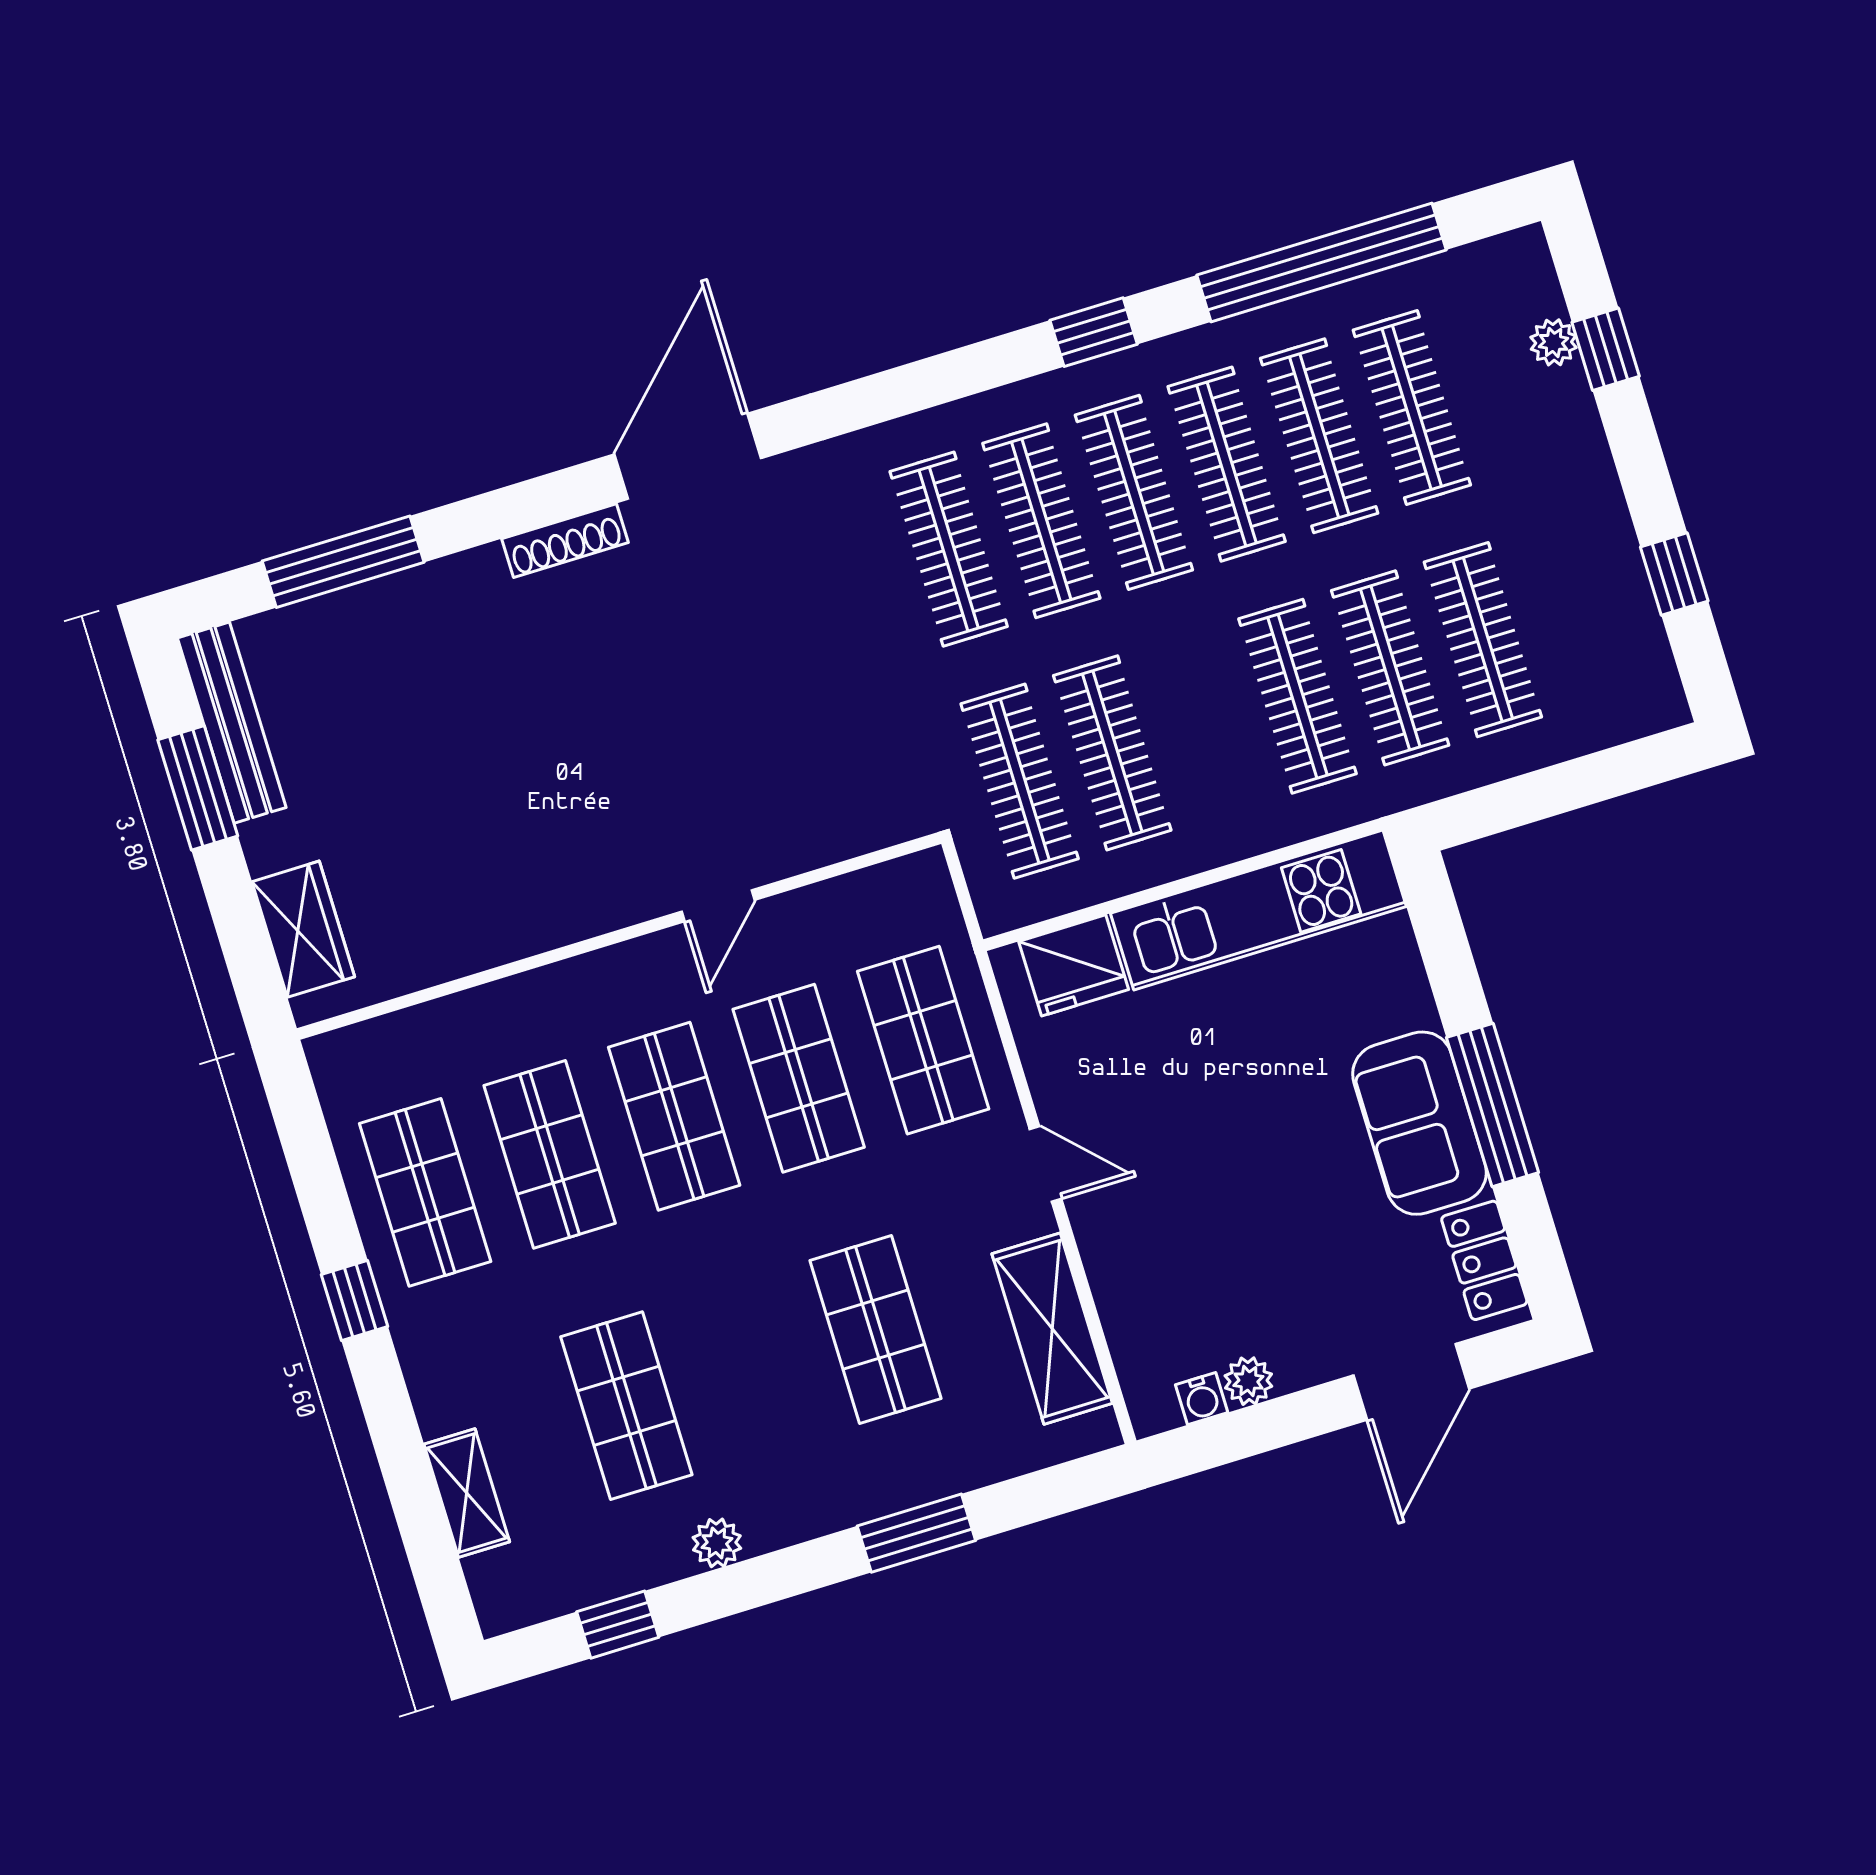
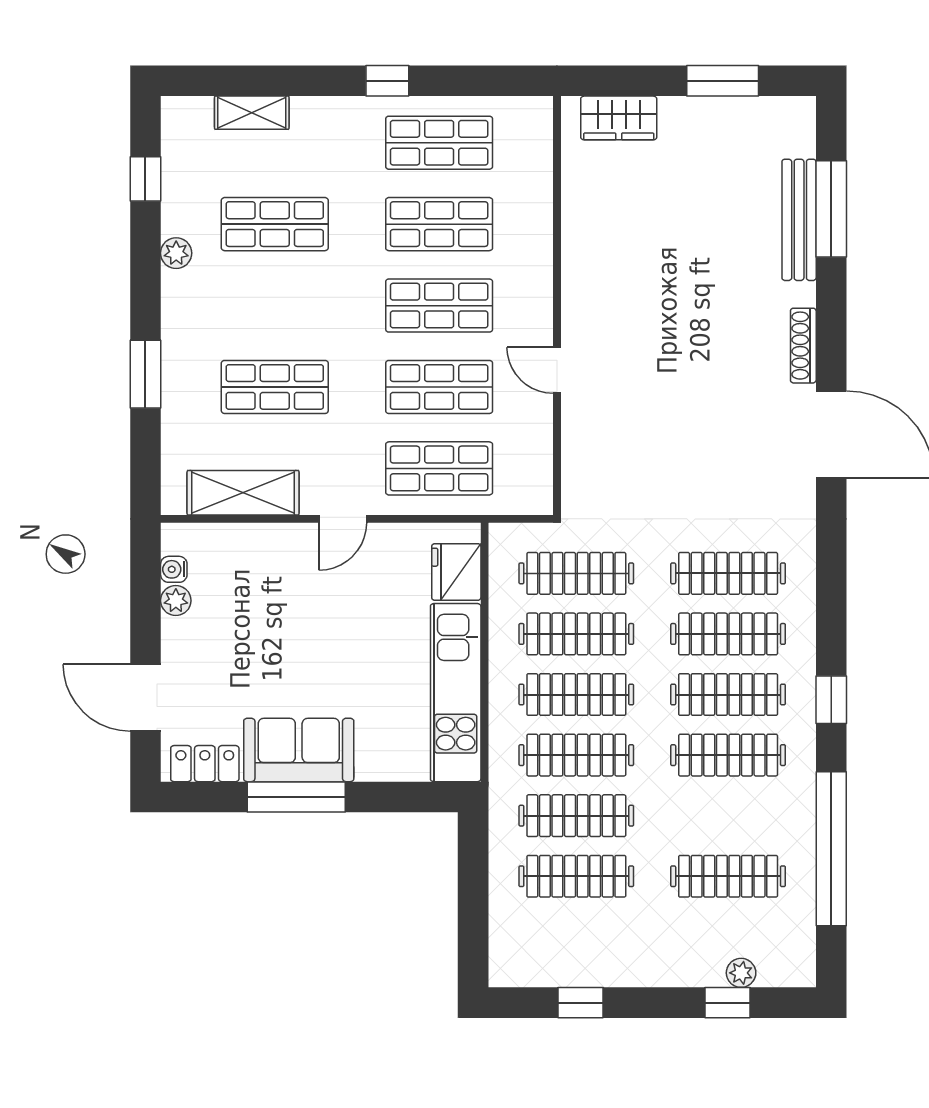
clothes rail: (1319, 436) -> (576, 695), moved
bench: (232, 723) -> (799, 220), moved, turned 90

